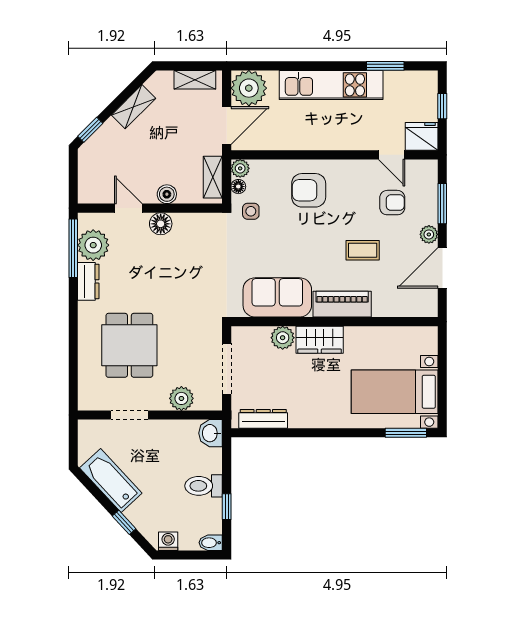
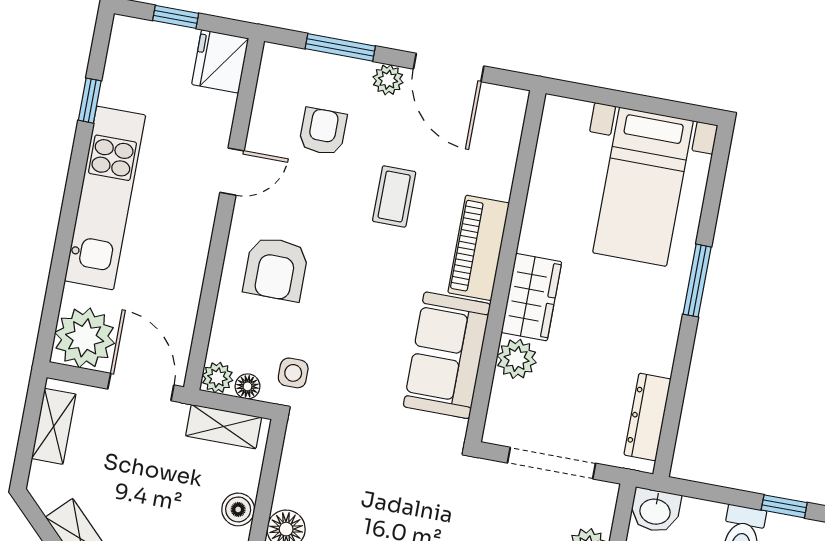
window: (385, 66) -> (90, 101), width x0.67
door: (392, 155) -> (232, 172), moved
window: (406, 433) -> (697, 281), moved

